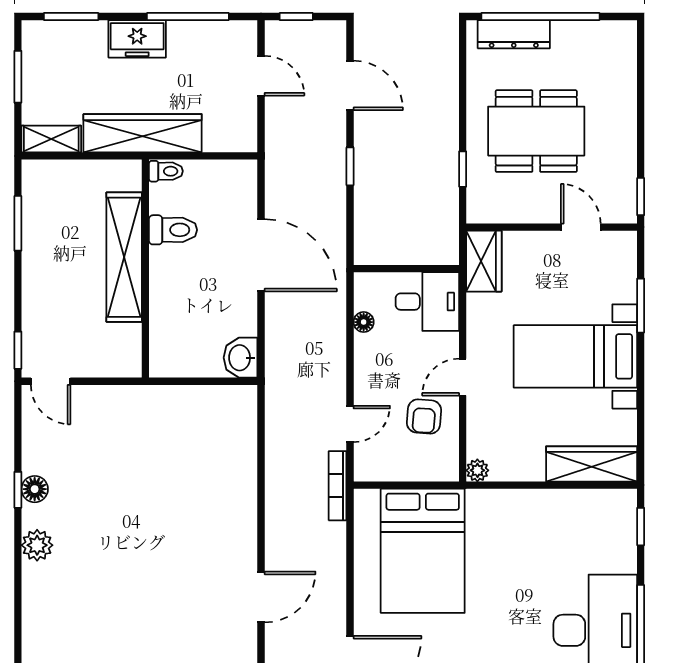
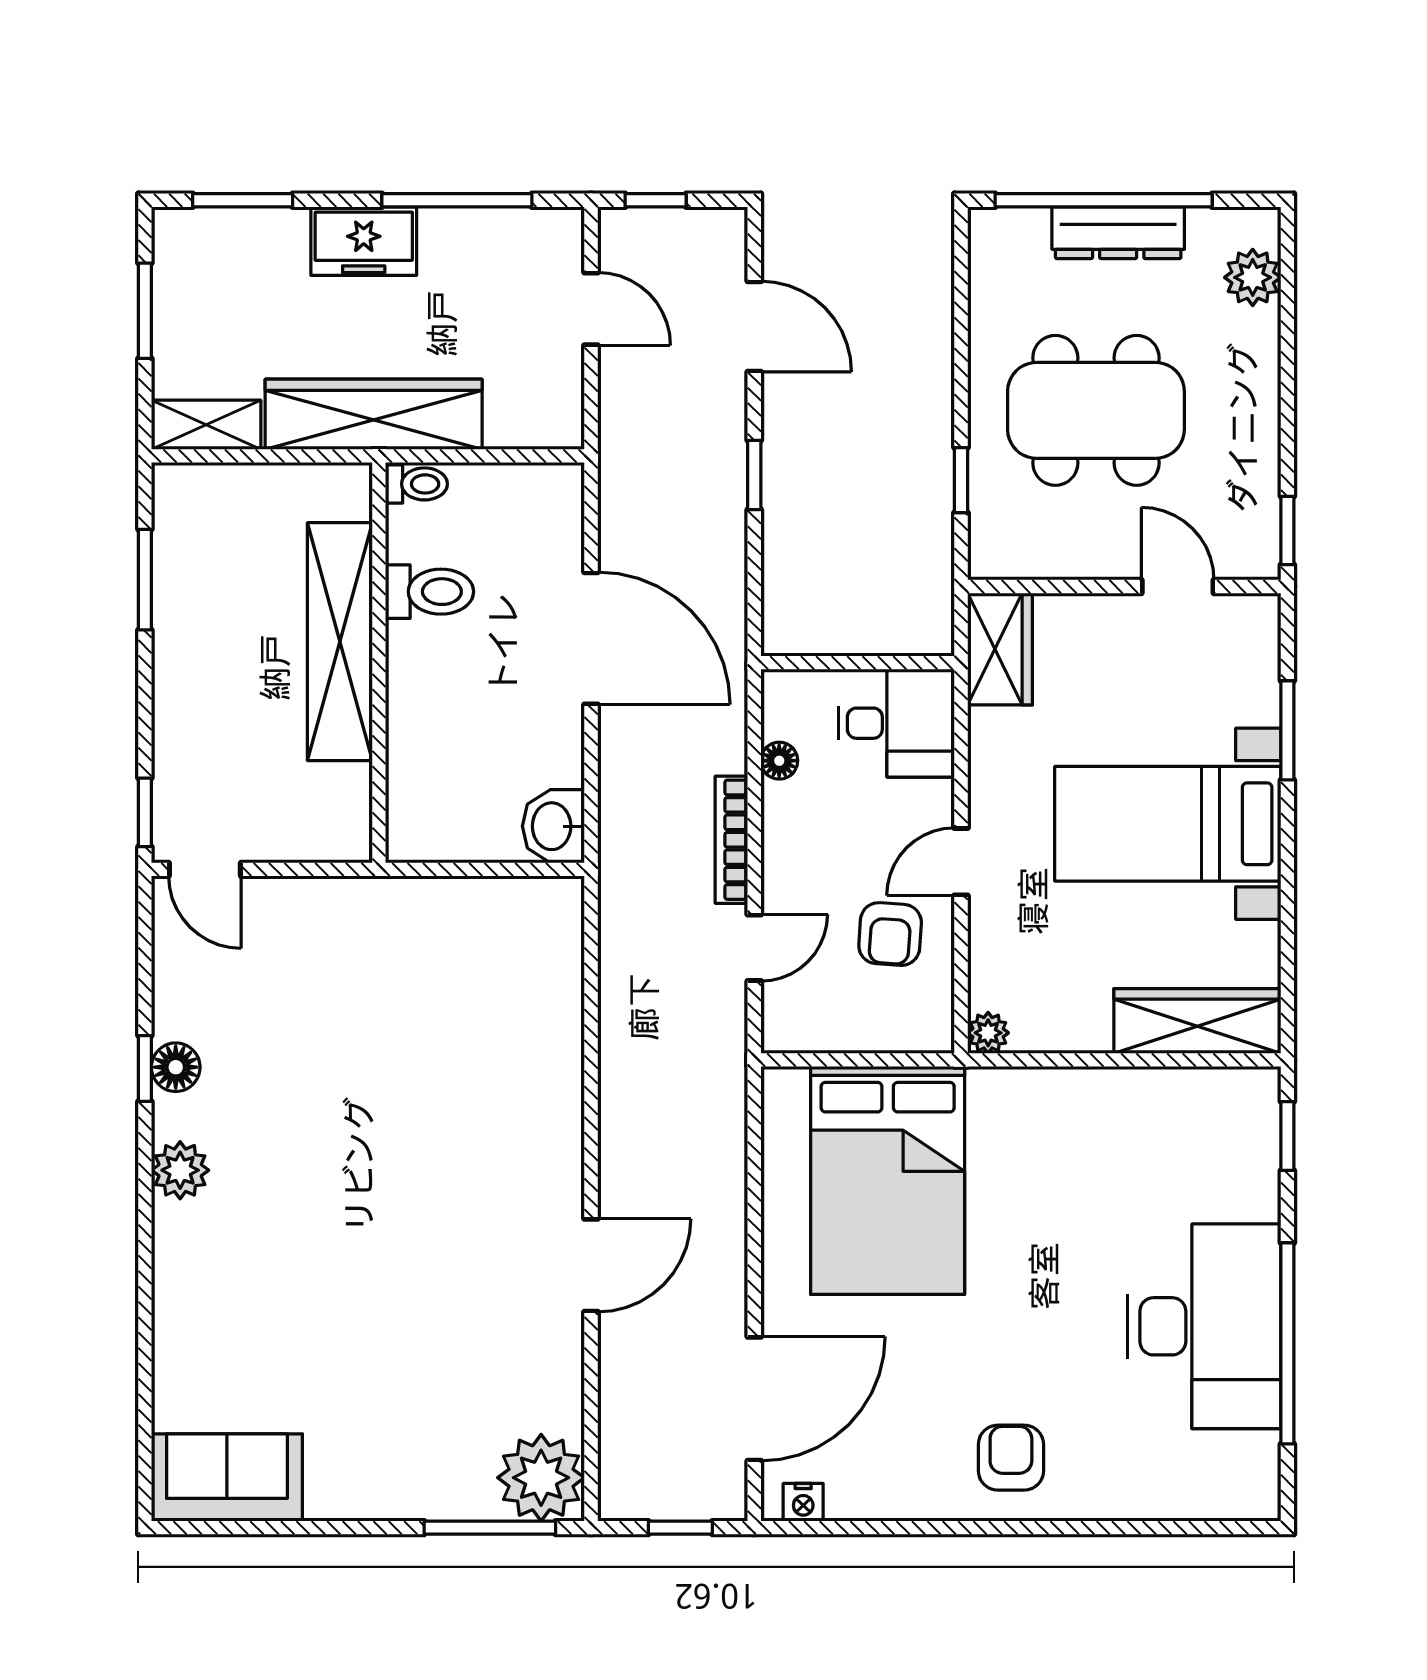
dresser: (514, 34) -> (1118, 233), moved
plant: (622, 59) -> (1253, 277), added
bookcase: (338, 486) -> (731, 840), moved

